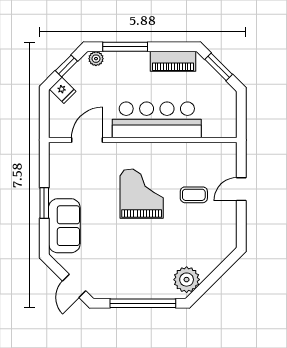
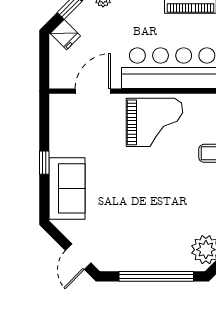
grand piano: (142, 194) -> (154, 122), moved, turned 90
window: (44, 203) -> (44, 163), width x0.67

